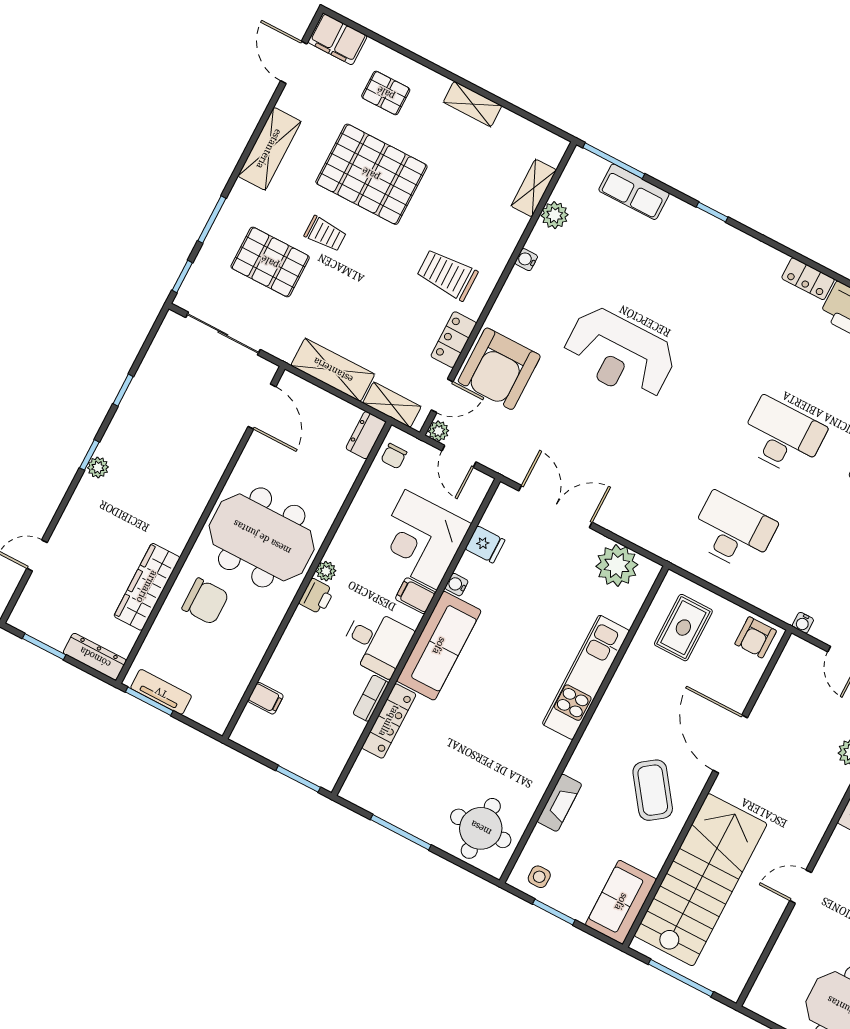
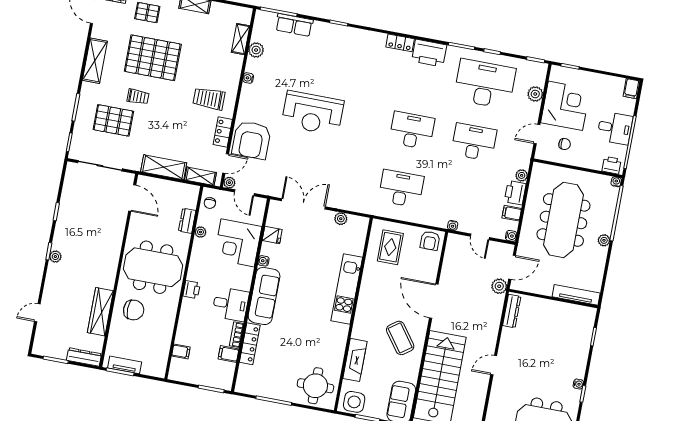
dresser: (366, 435) -> (187, 221), moved
plant: (617, 565) -> (341, 219), width x0.53, depth x0.53
plant: (326, 571) -> (200, 232), moved
filing cabinet: (415, 596) -> (229, 354), moved
fireplace: (559, 803) -> (355, 360), width x1.37, depth x1.32
side table: (539, 877) -> (354, 402), width x1.87, depth x1.87

